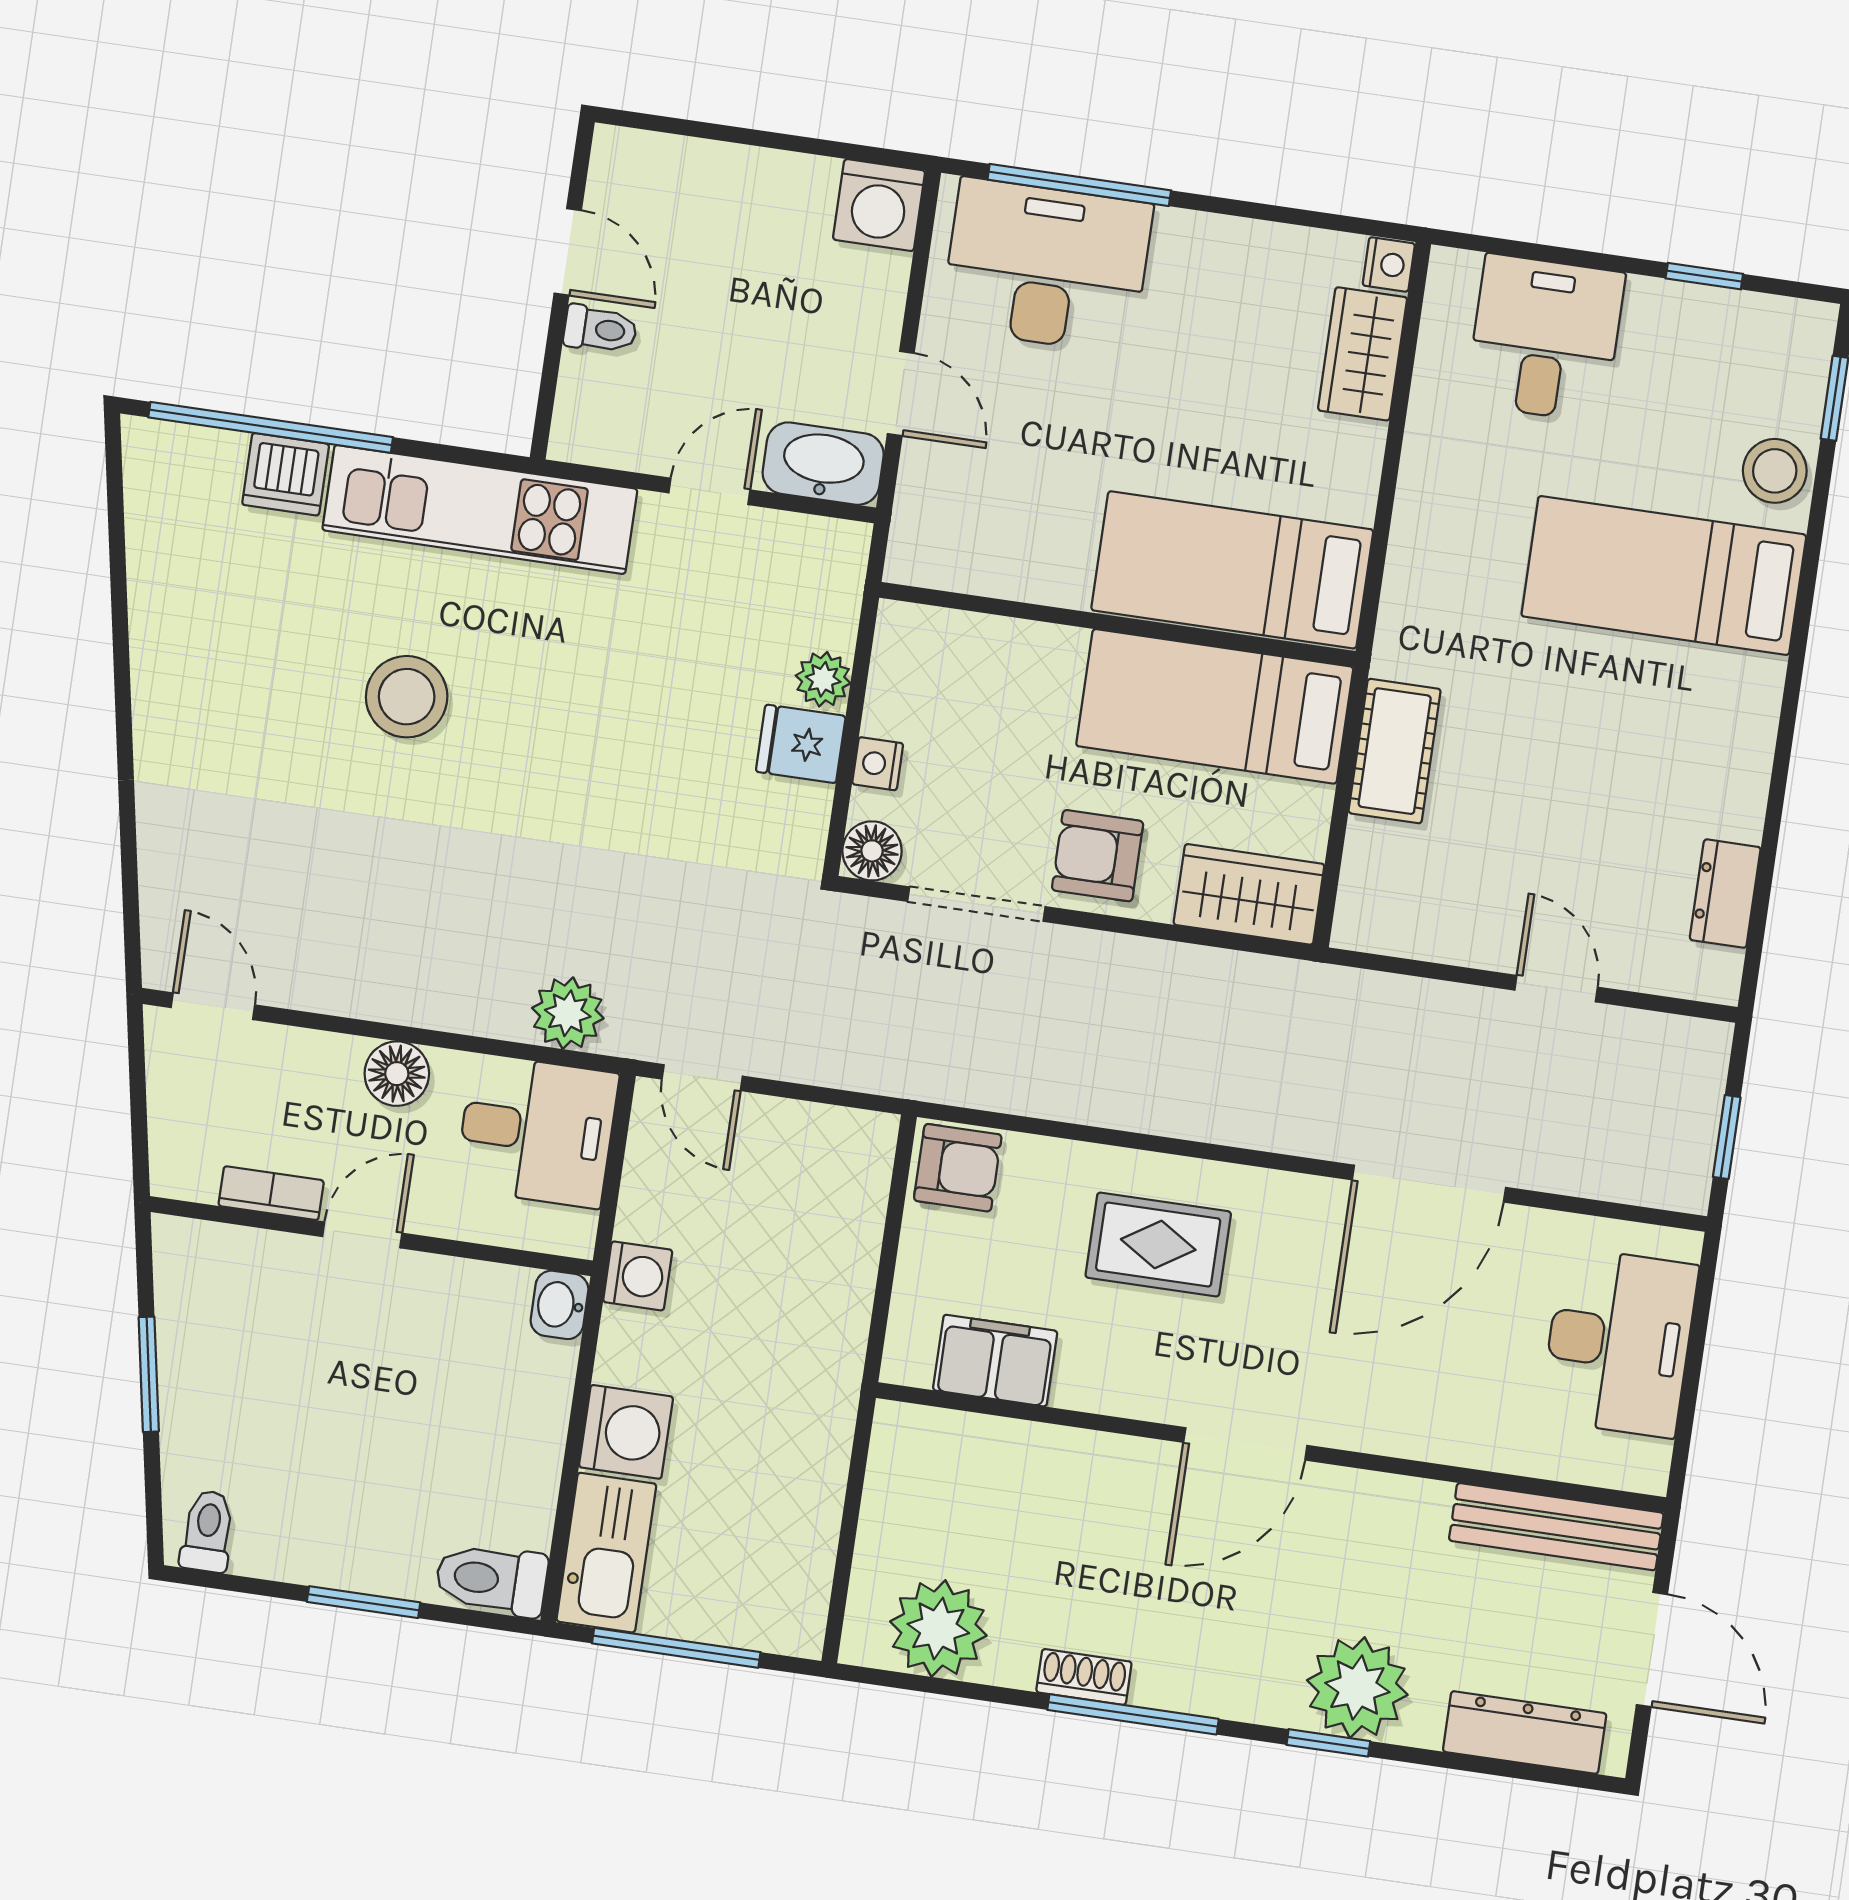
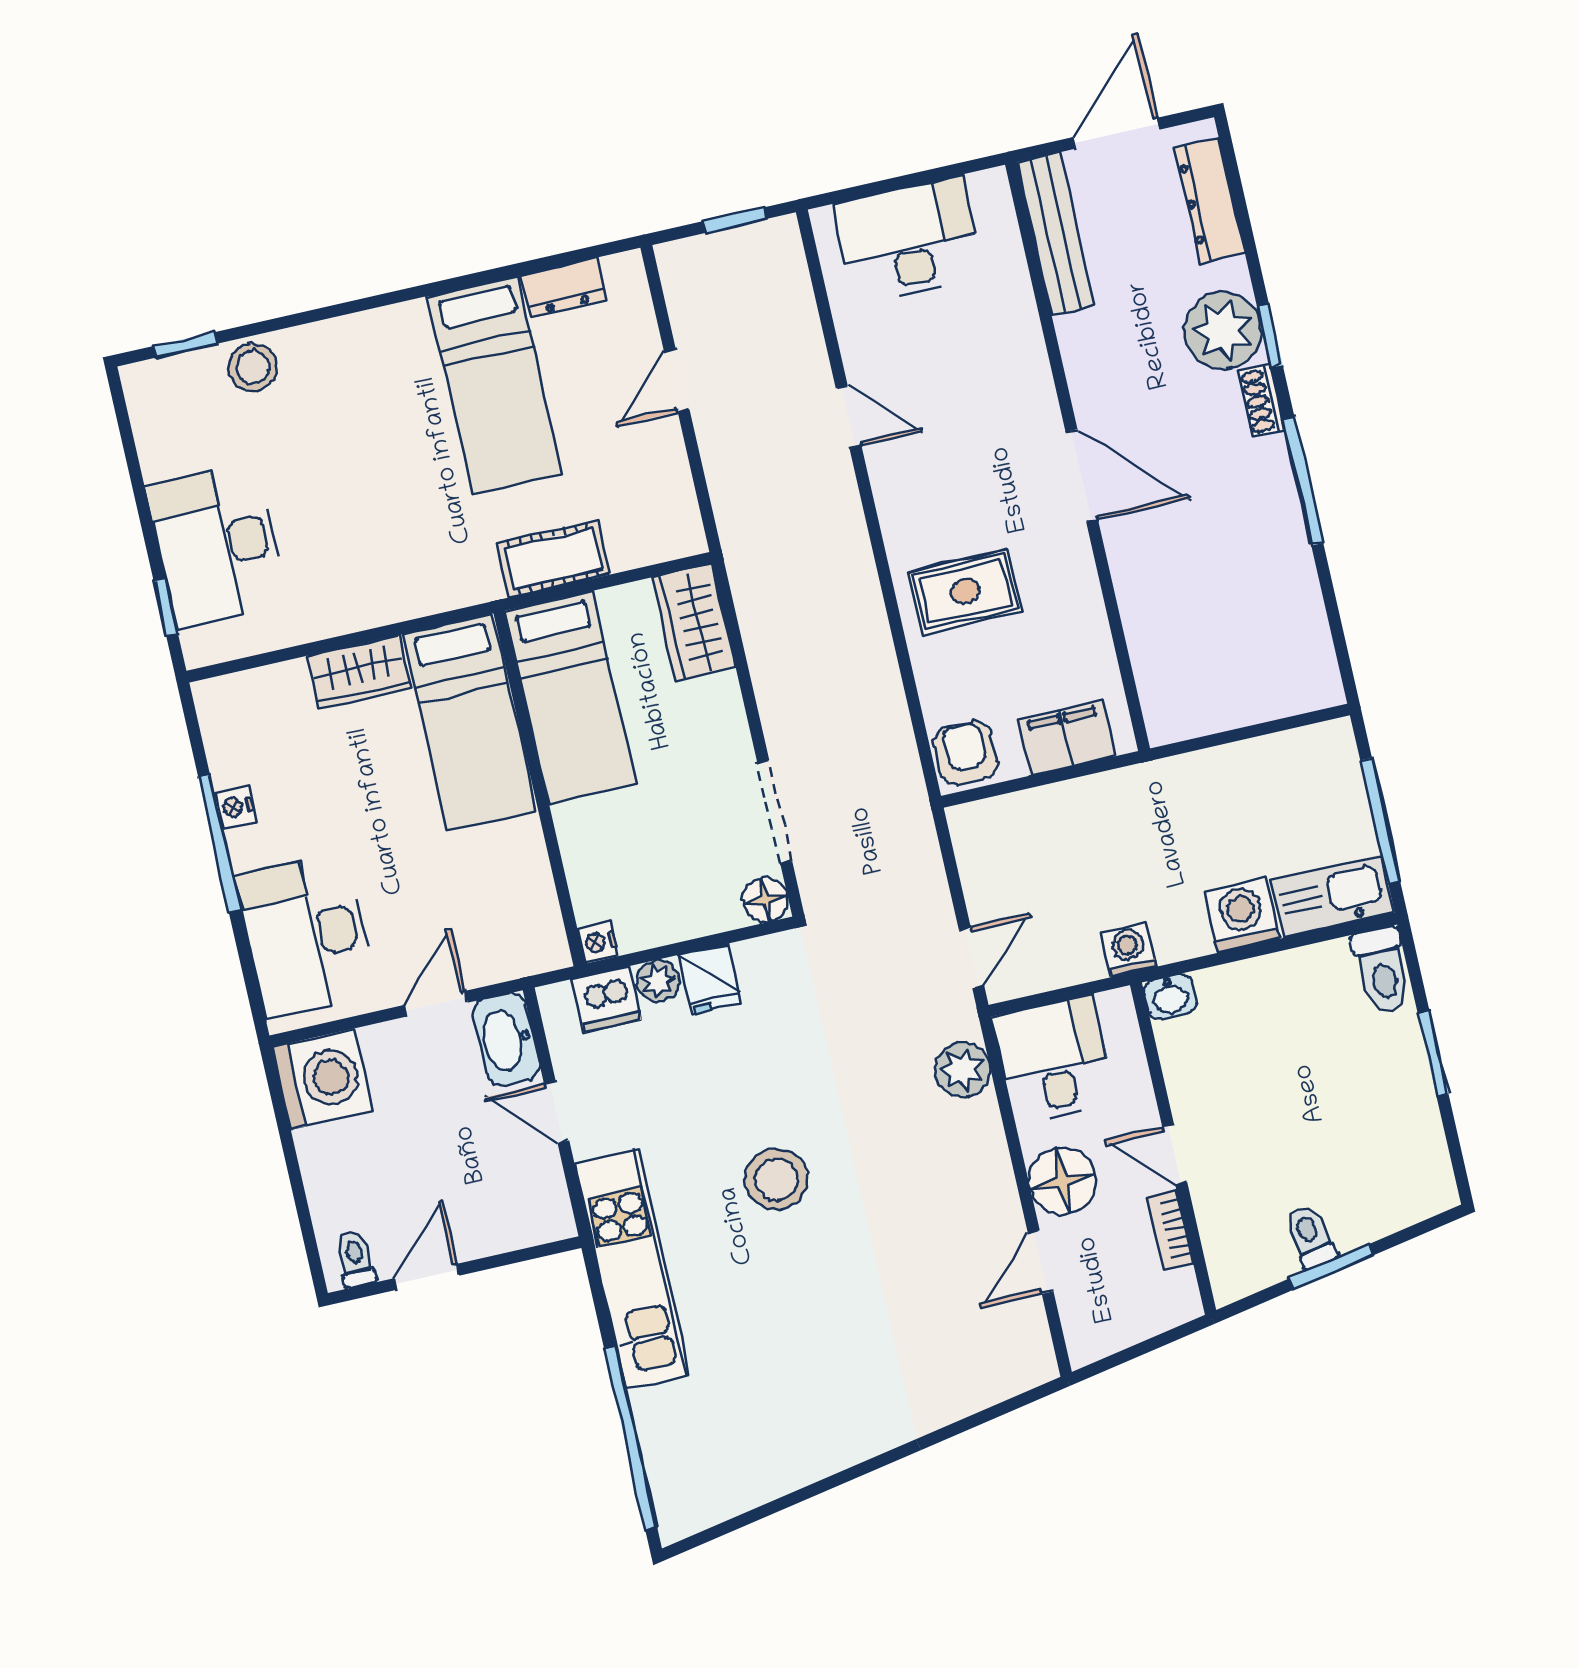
window: (1079, 185) -> (219, 843), moved
washing machine: (879, 205) -> (323, 1079), width x1.37, depth x1.37
nightstand: (1389, 264) -> (235, 807), moved, turned -90
window: (1704, 276) -> (166, 607), moved
toilet: (600, 329) -> (356, 1259), moved
desk: (1545, 338) -> (217, 546), width x1.37
wardrobe: (1363, 354) -> (359, 672), moved
dishwasher: (286, 474) -> (607, 999), moved, turned 90
bed: (1664, 575) -> (495, 385), moved
stool: (407, 697) -> (776, 1179), moved
nightstand: (878, 764) -> (598, 942), moved, turned 90
armchair: (1098, 856) -> (708, 740), removed
door: (213, 1006) -> (1041, 1262), moved
floor lamp: (397, 1074) -> (1063, 1181), width x1.38, depth x1.38
door: (1429, 1184) -> (849, 417), width x0.53
rug: (1158, 1245) -> (965, 591), turned 90
filing cabinet: (995, 1361) -> (1066, 738), moved, turned 90
toilet: (207, 1531) -> (1310, 1237), moved, turned 80
plant: (938, 1629) -> (1295, 642), removed
shoe rack: (1084, 1677) -> (1261, 400), moved

